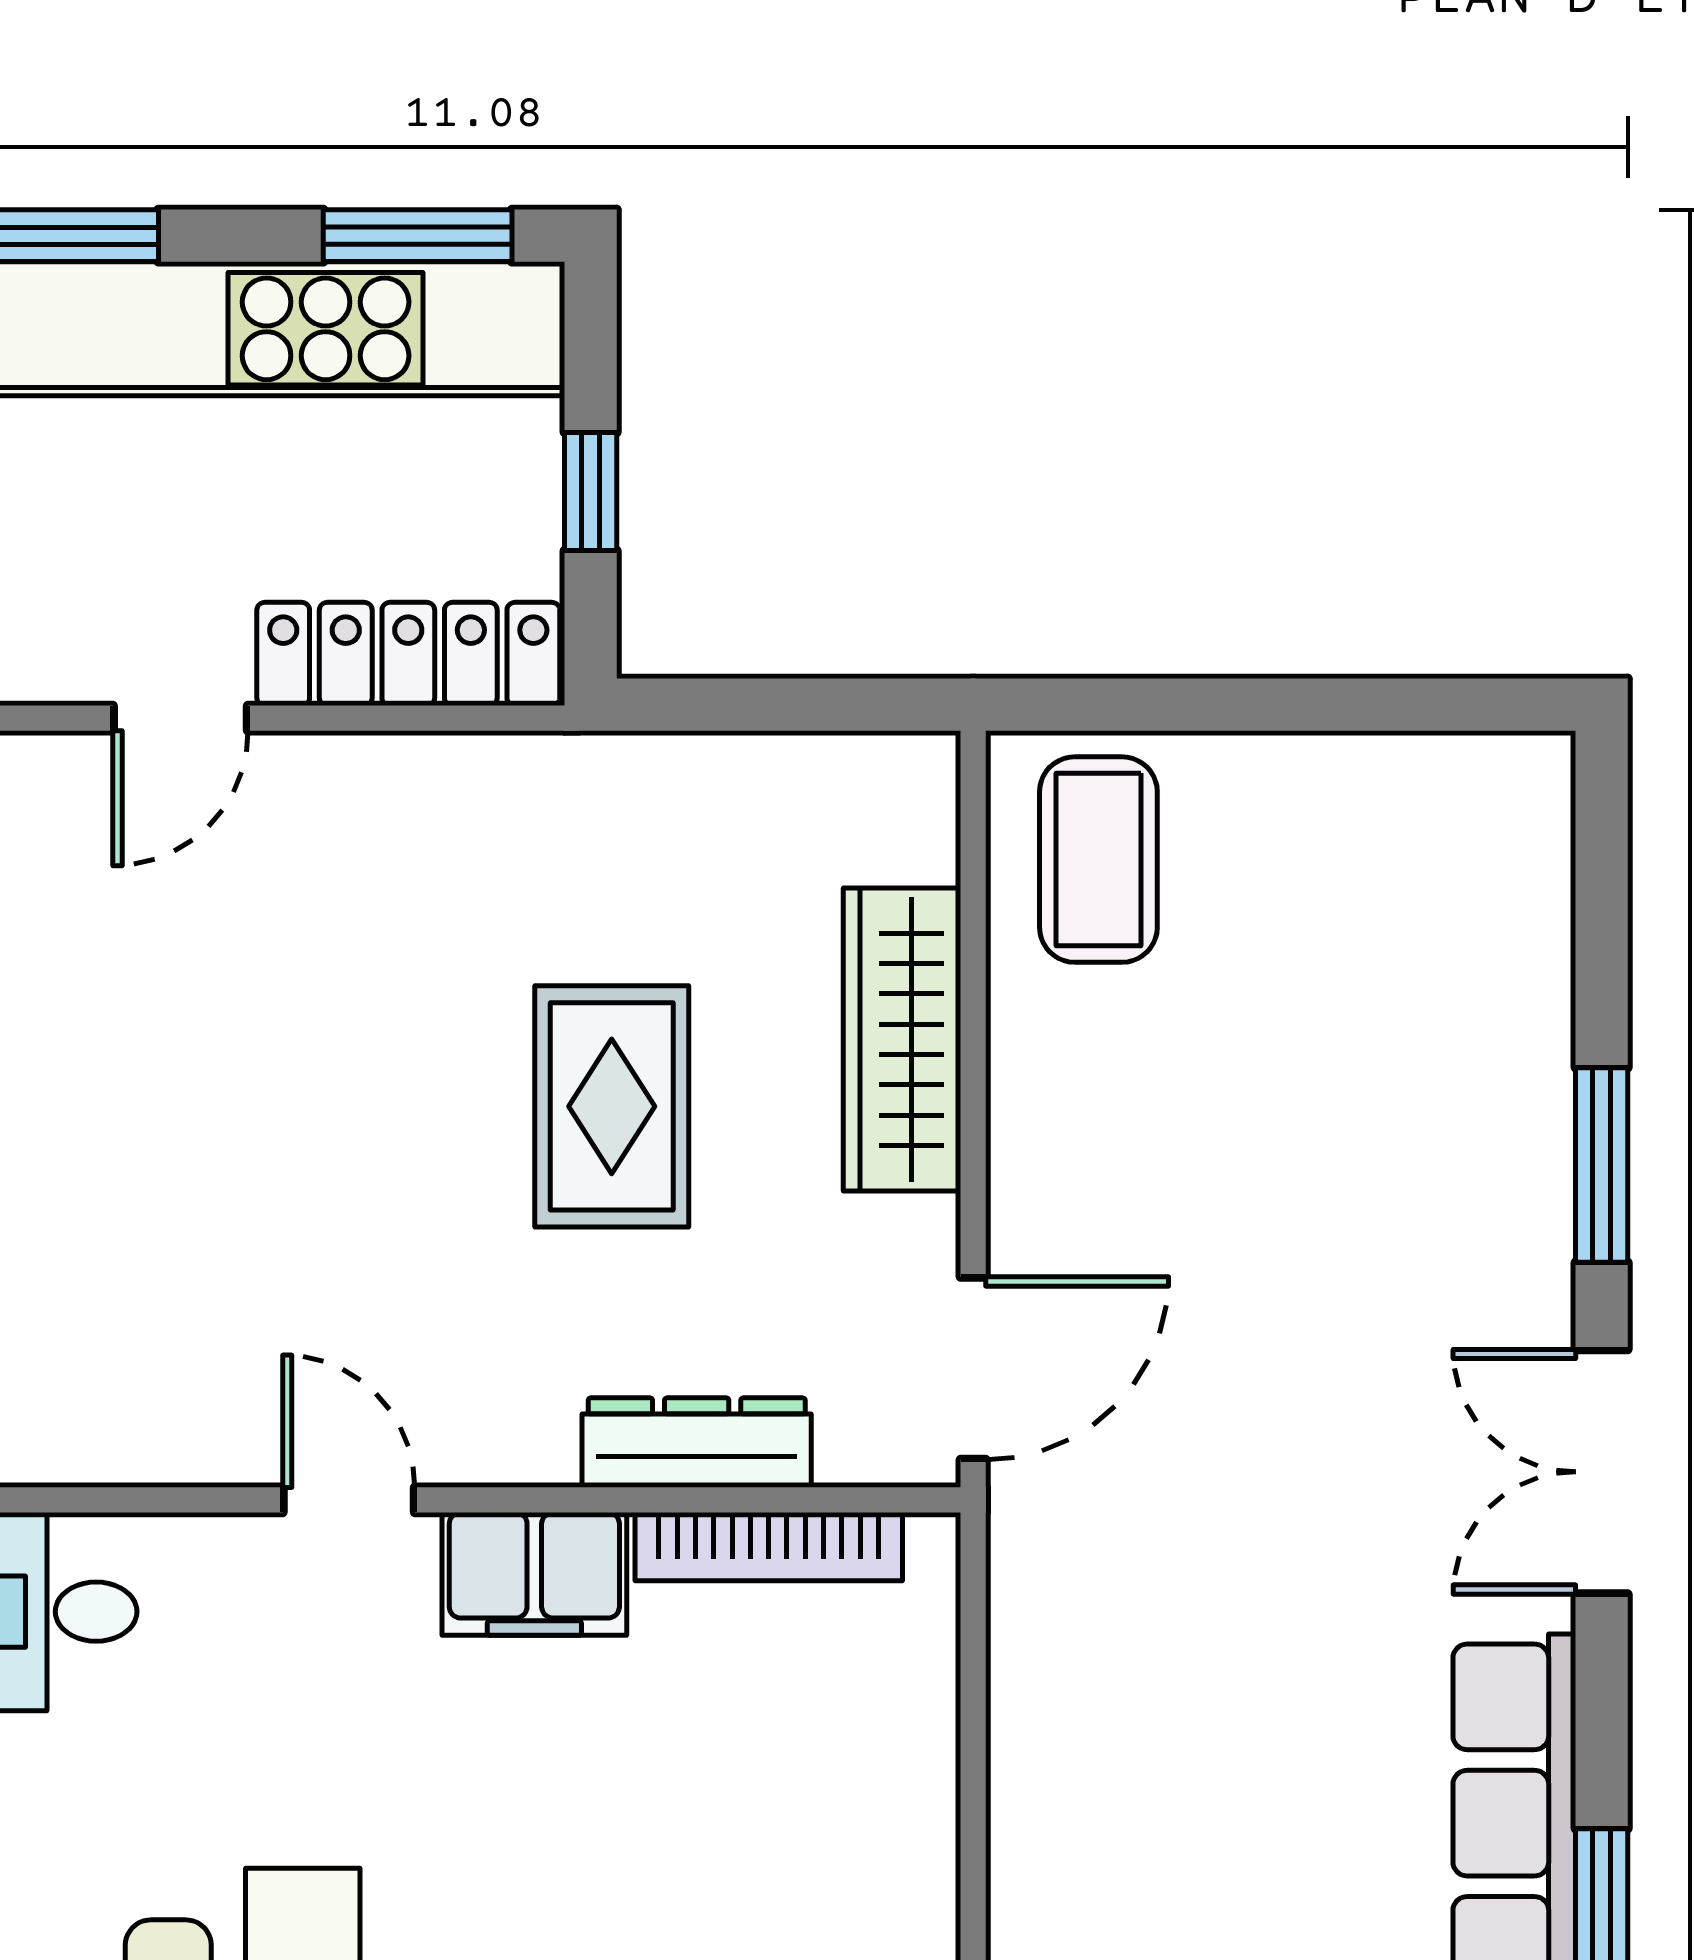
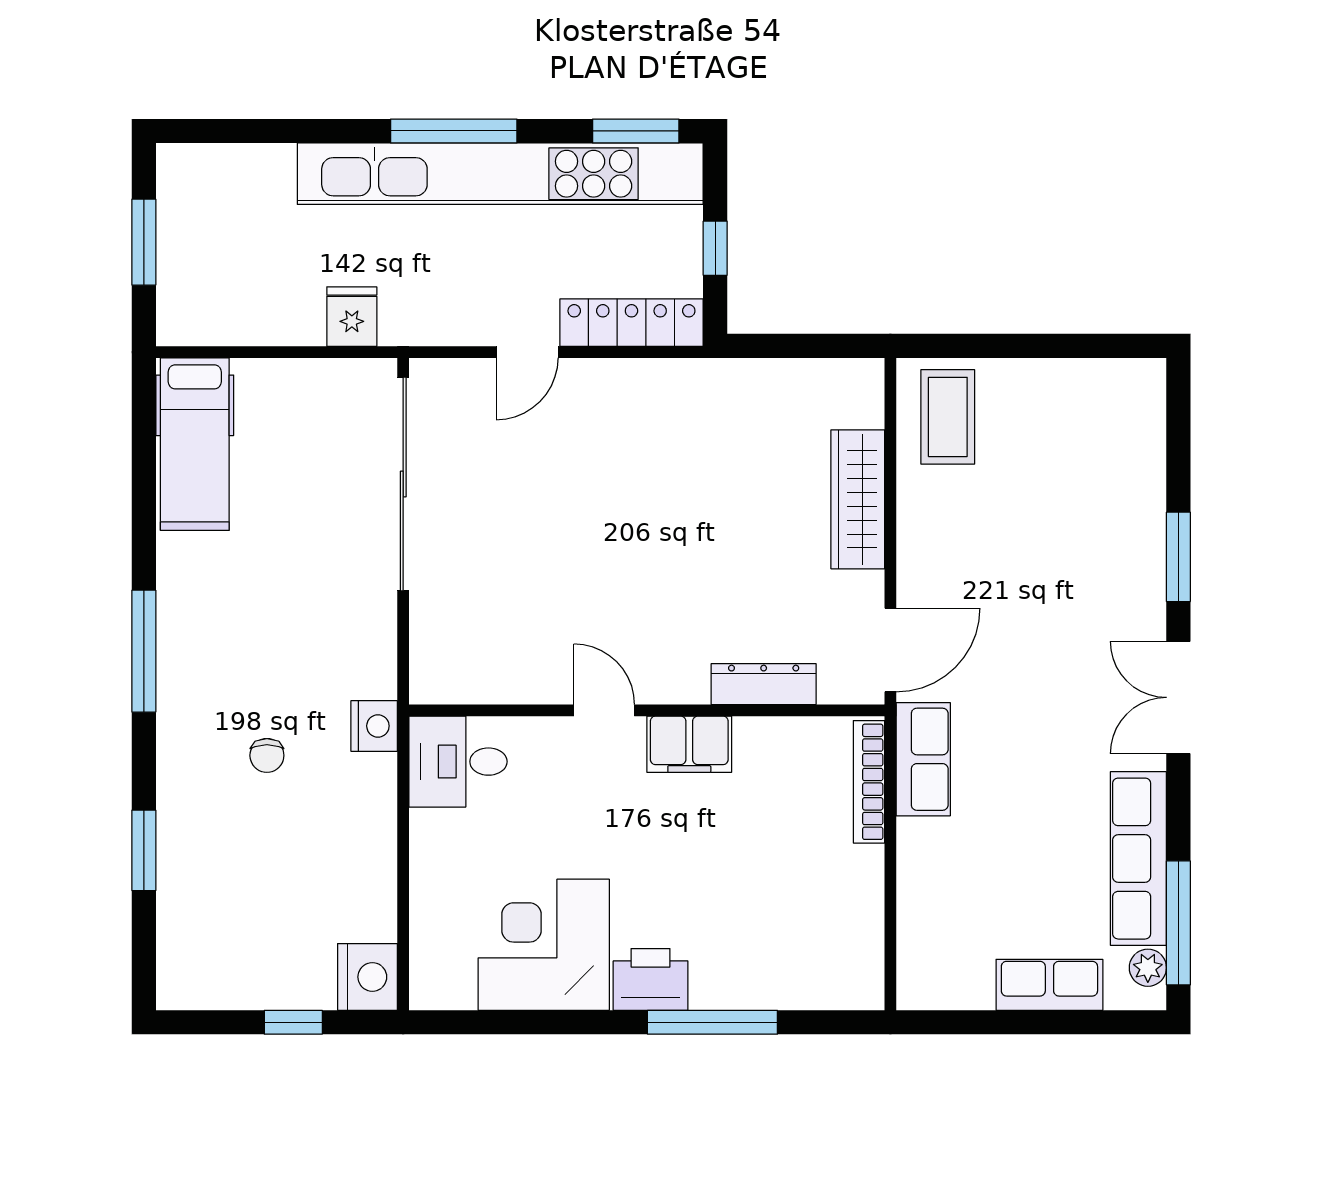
rug: (612, 1106) -> (725, 530), removed
bookcase: (769, 1547) -> (869, 782), moved, turned 90
row of seats: (1045, 1607) -> (923, 759), added

